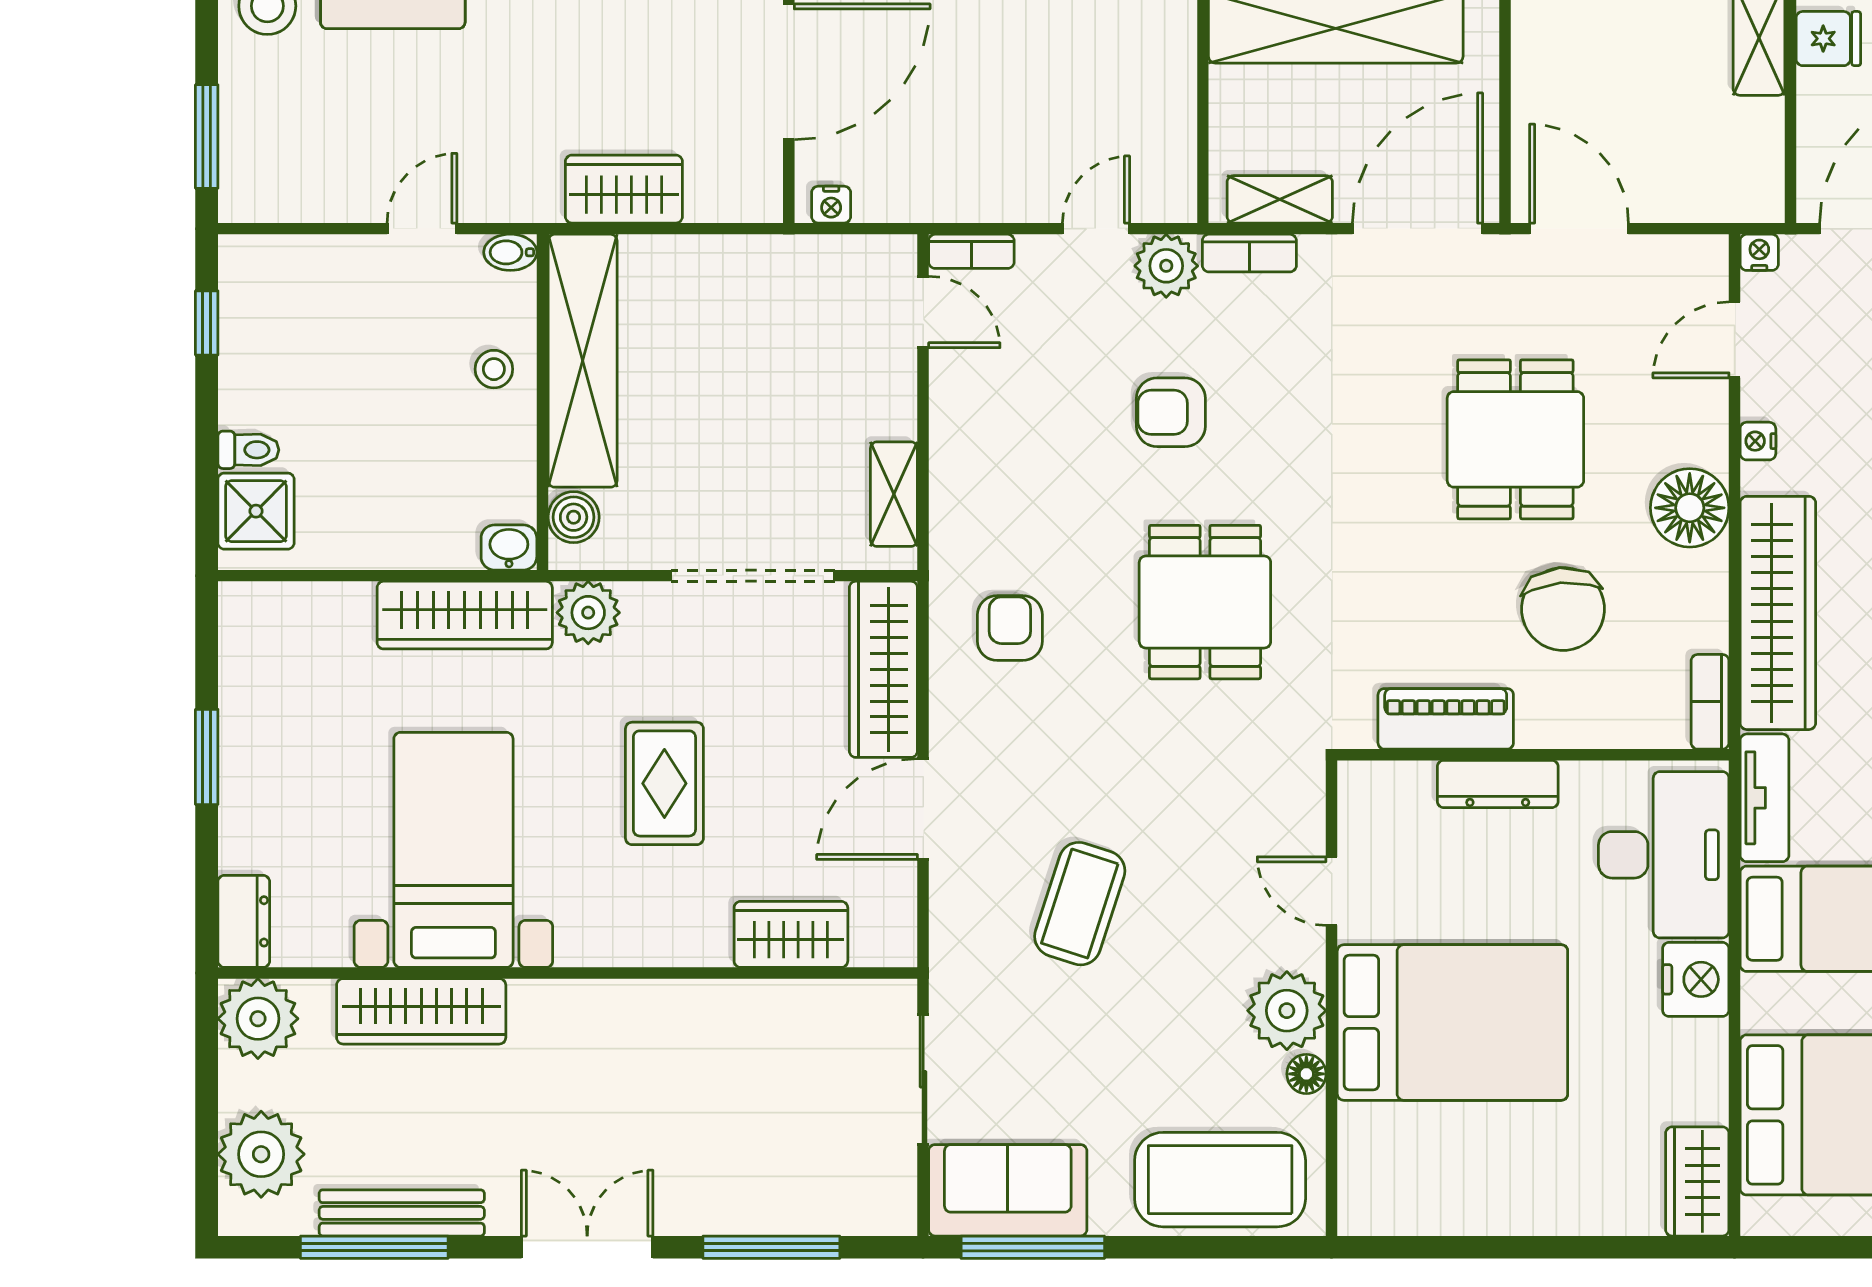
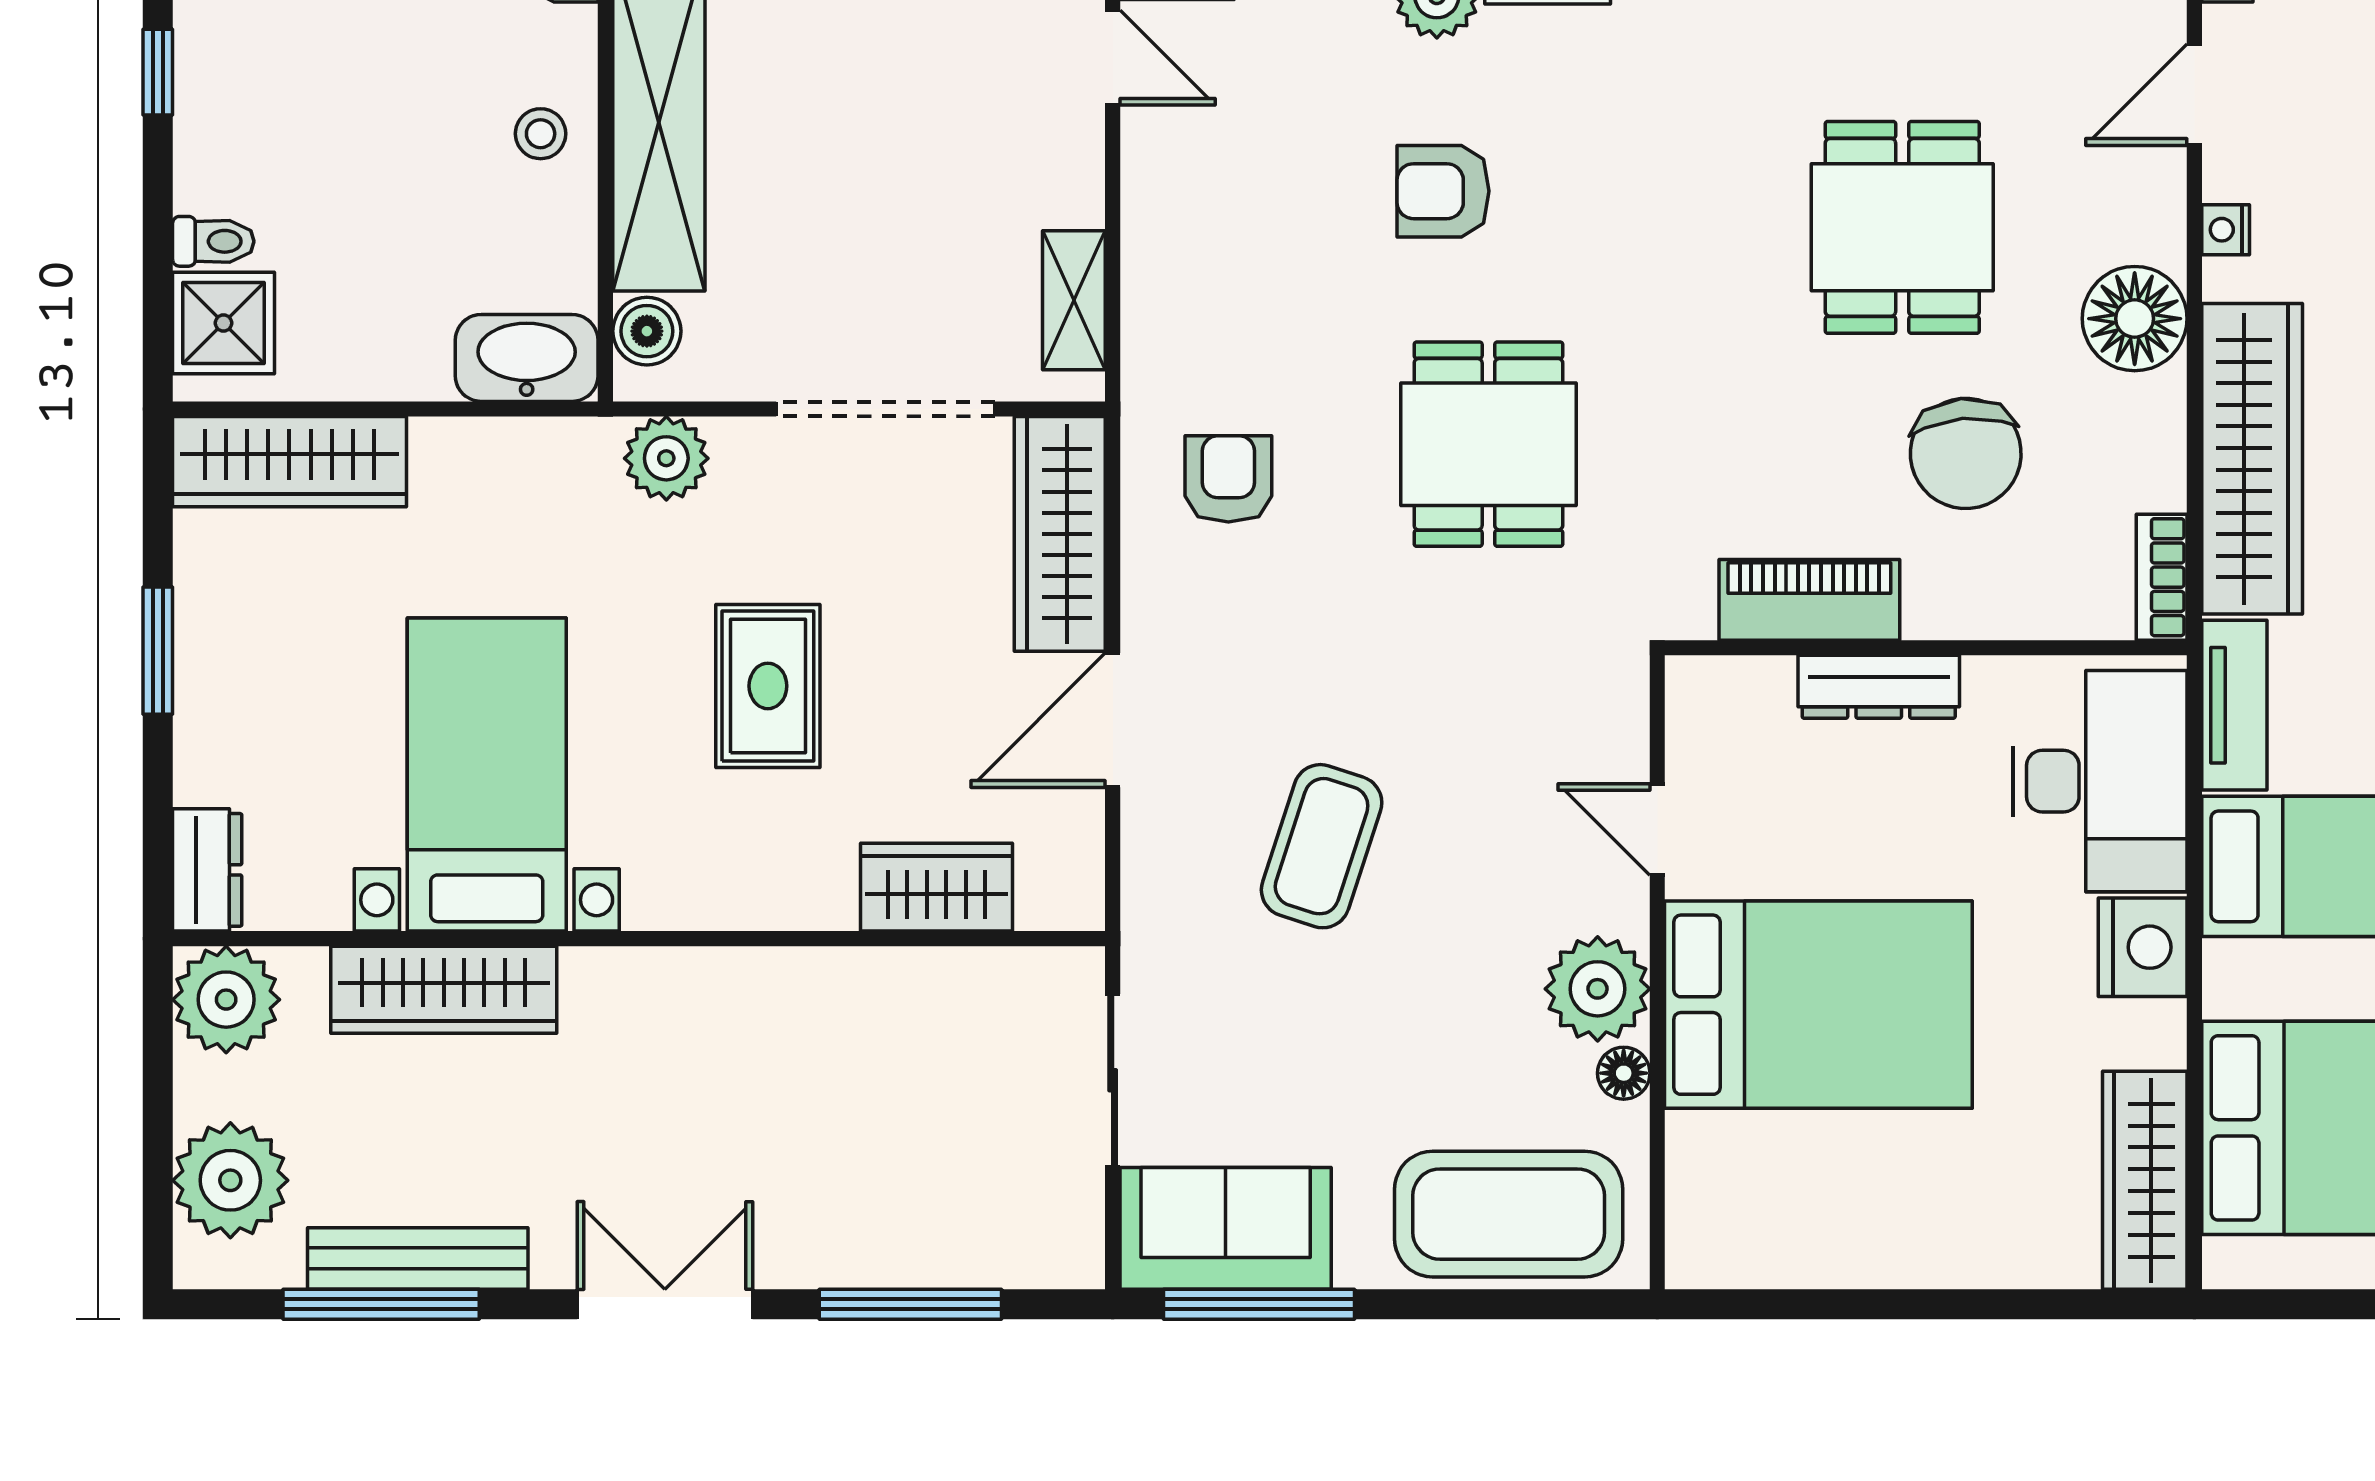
washbasin: (509, 547) -> (527, 358), width x1.91, depth x1.45
wardrobe: (465, 615) -> (289, 462), moved
wardrobe: (1697, 1181) -> (2145, 1180), width x1.50

